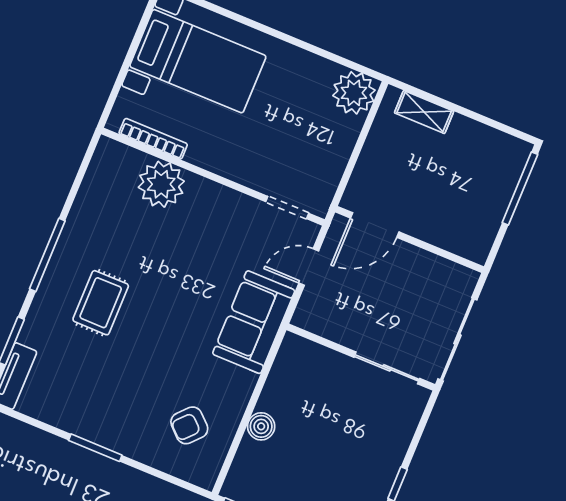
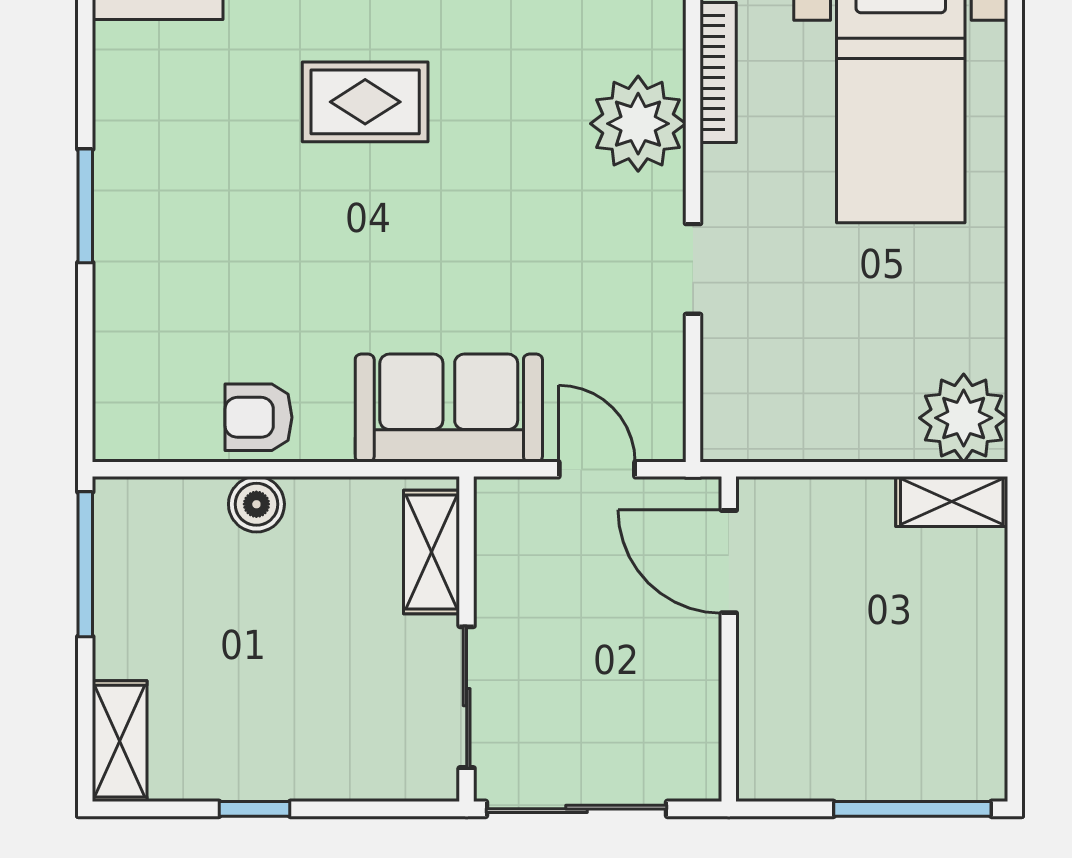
shelving: (424, 112) -> (952, 502), moved, turned 90
doorway: (287, 207) -> (693, 269), moved
shelving: (315, 357) -> (432, 552), added
armchair: (189, 425) -> (259, 417), moved, turned -43

